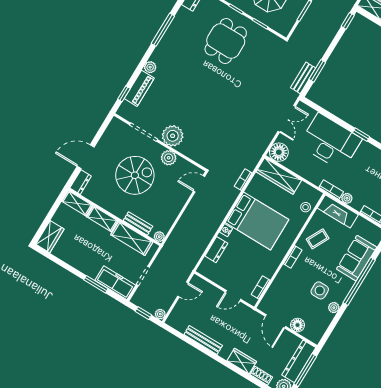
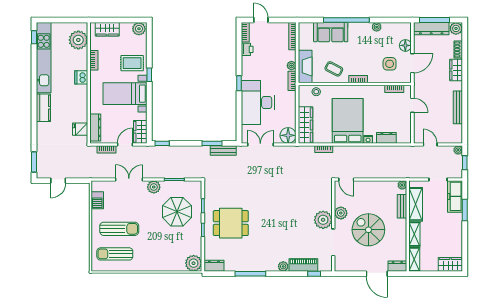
side table: (320, 290) -> (390, 64), moved

